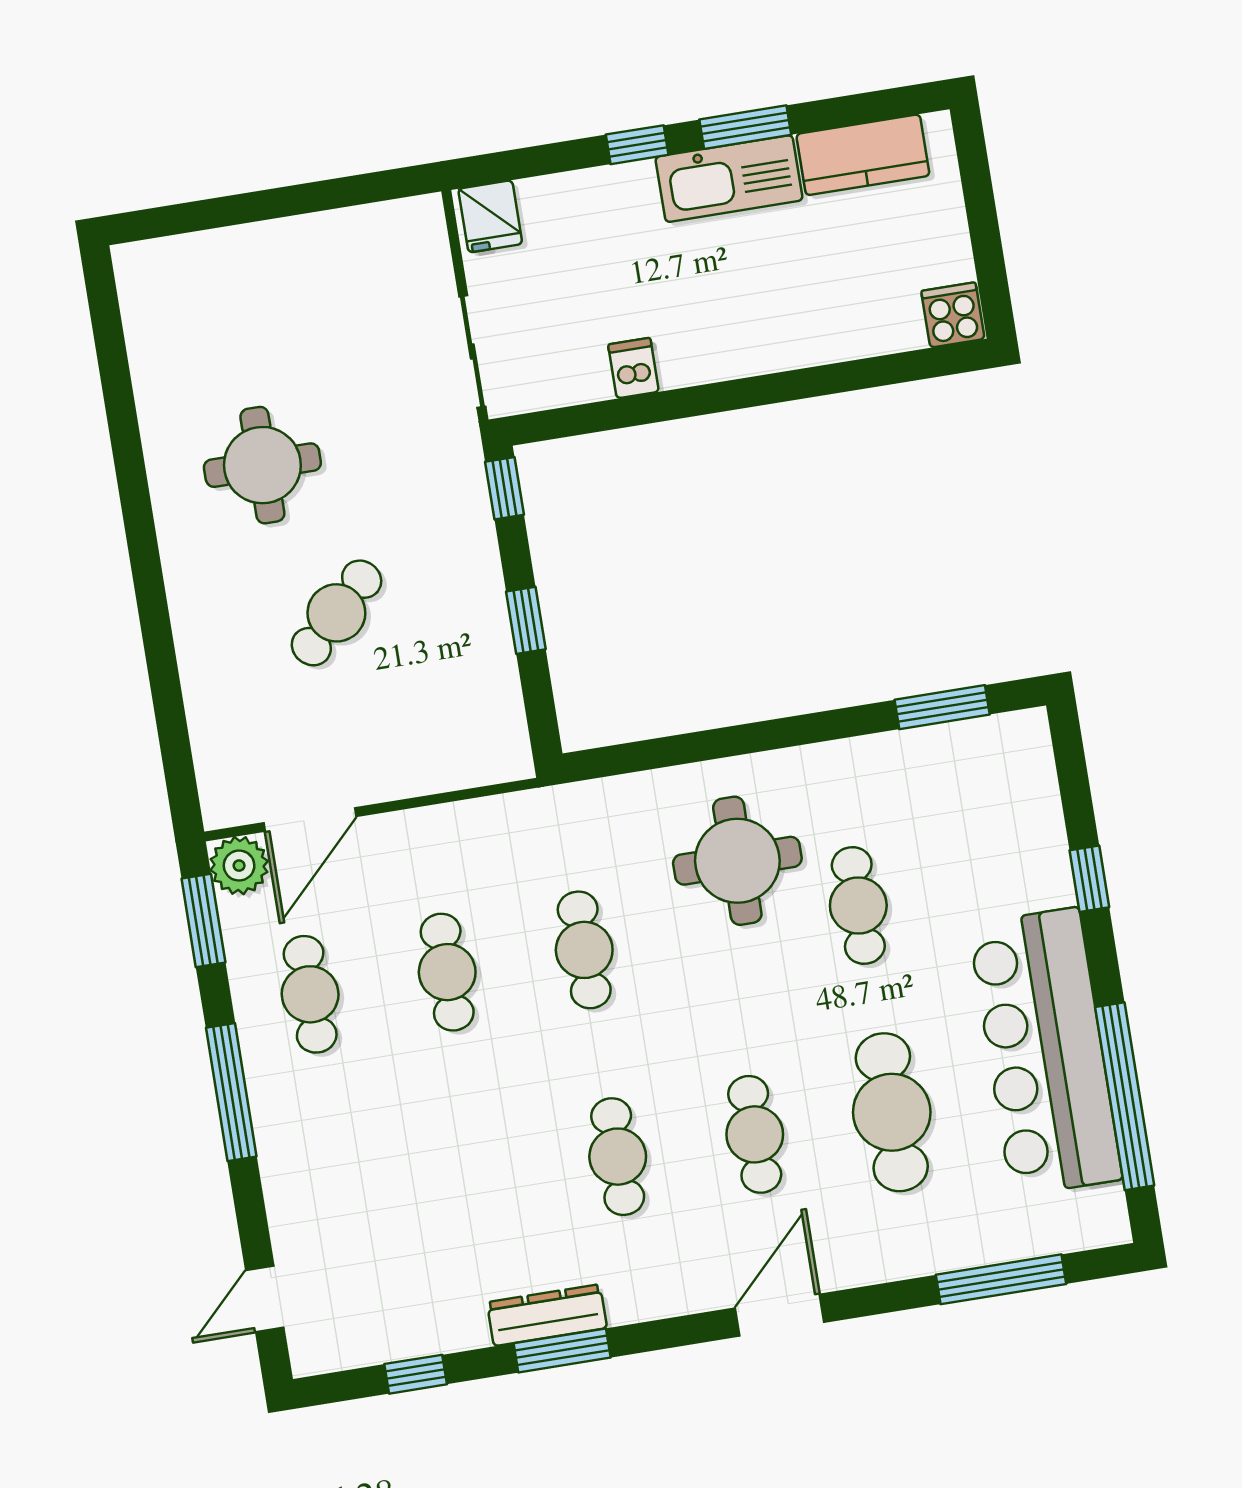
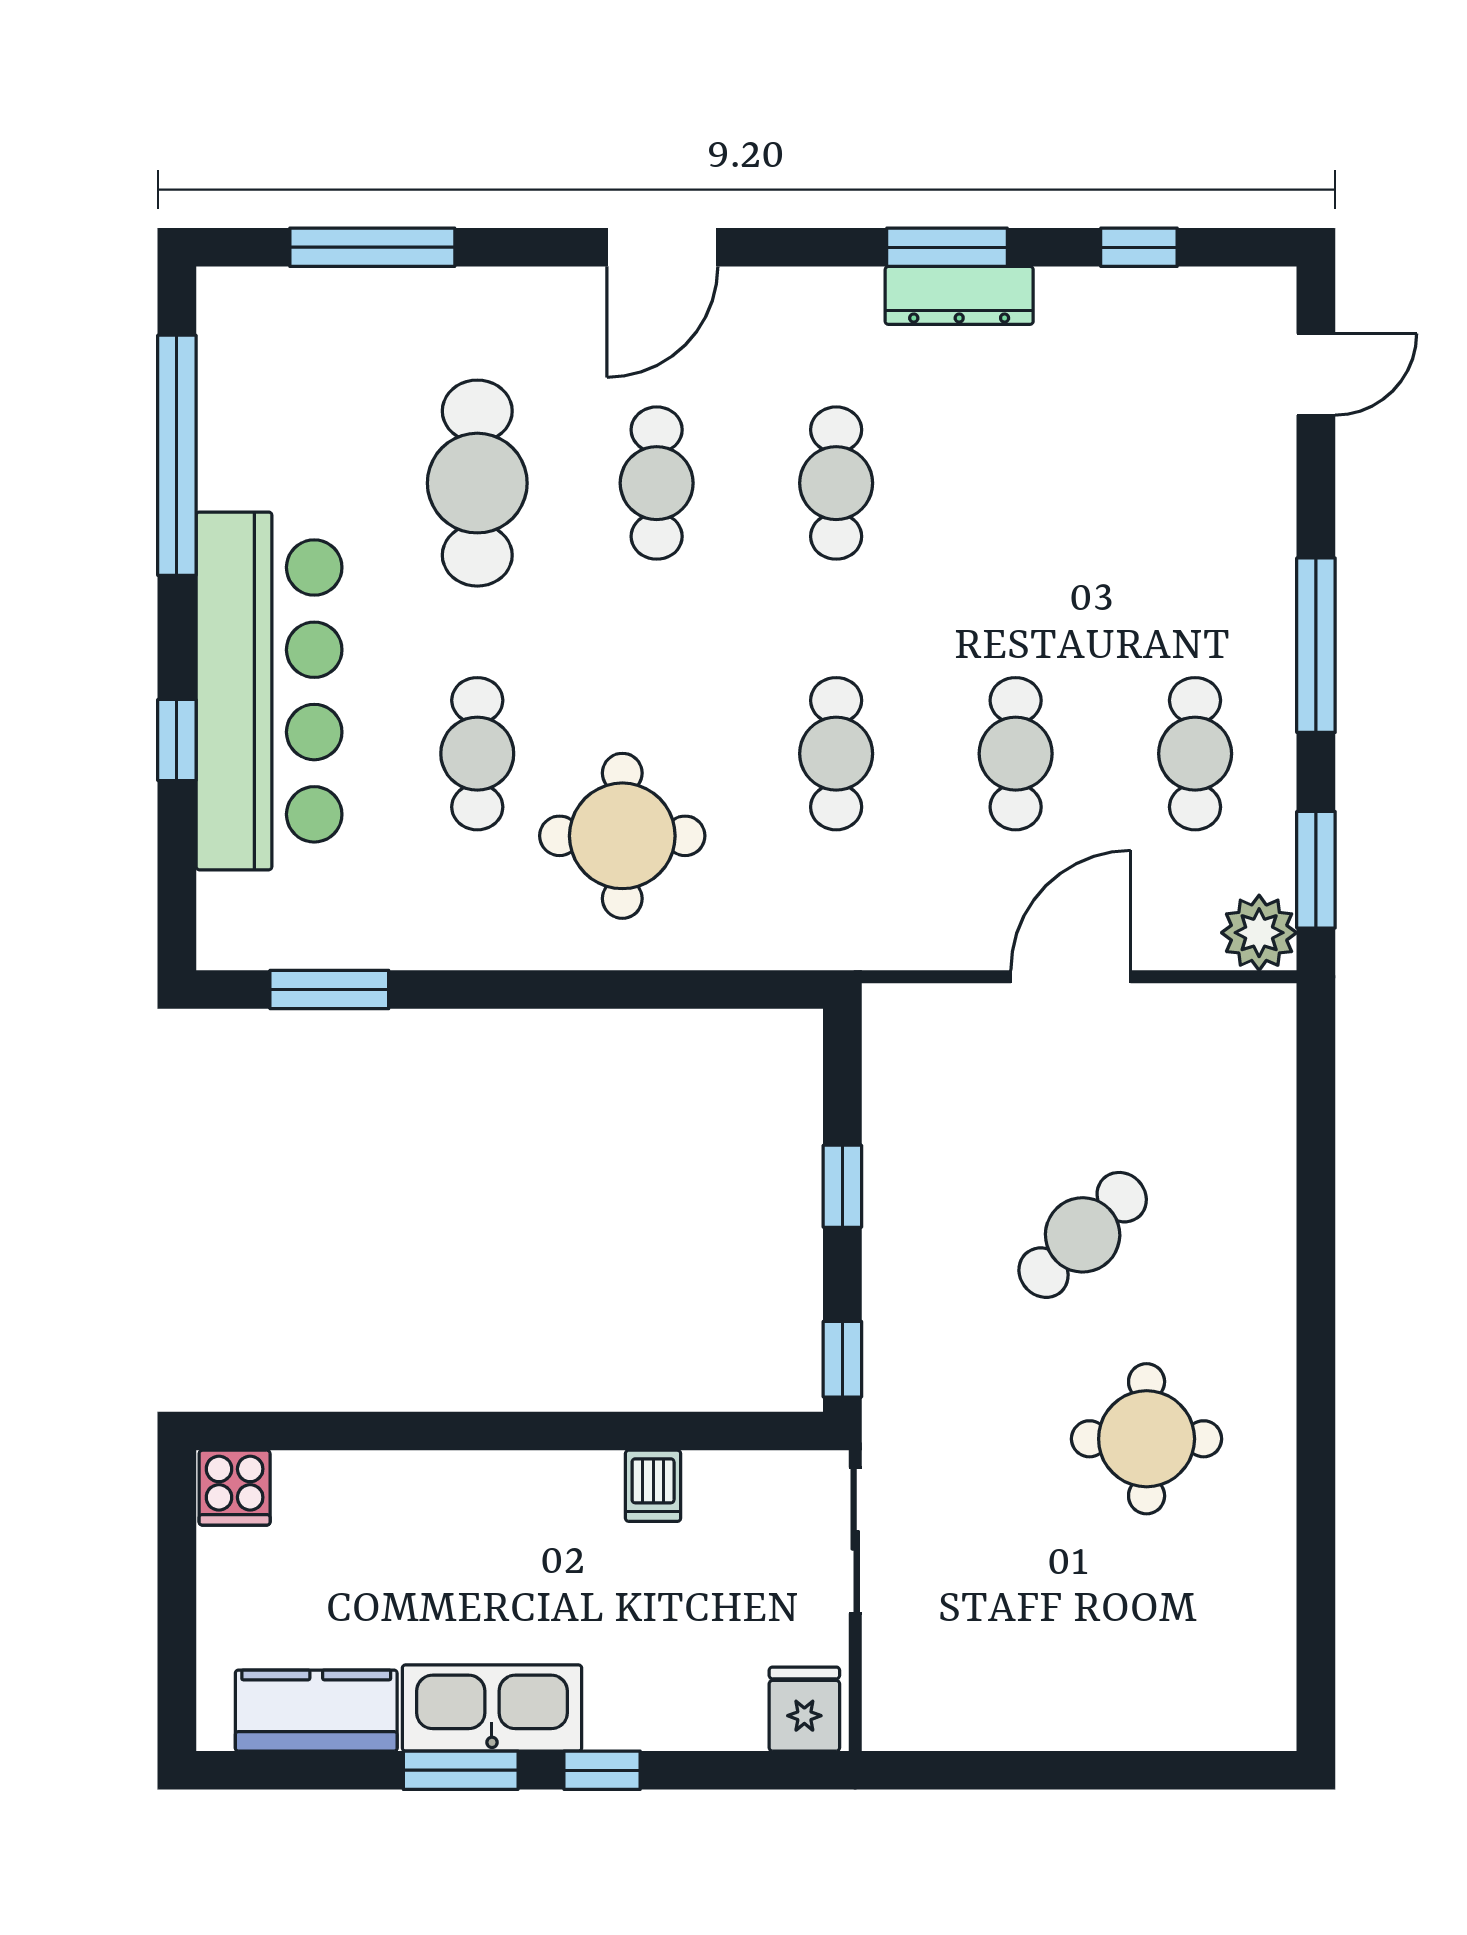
door: (310, 820) -> (1071, 977), moved
bar counter: (1045, 1052) -> (269, 691), moved

